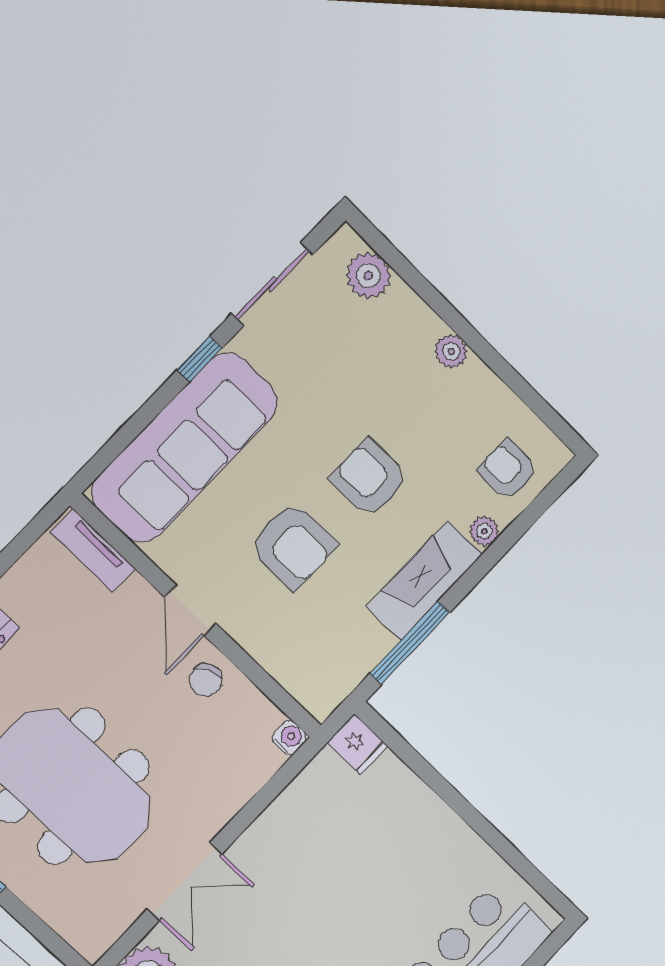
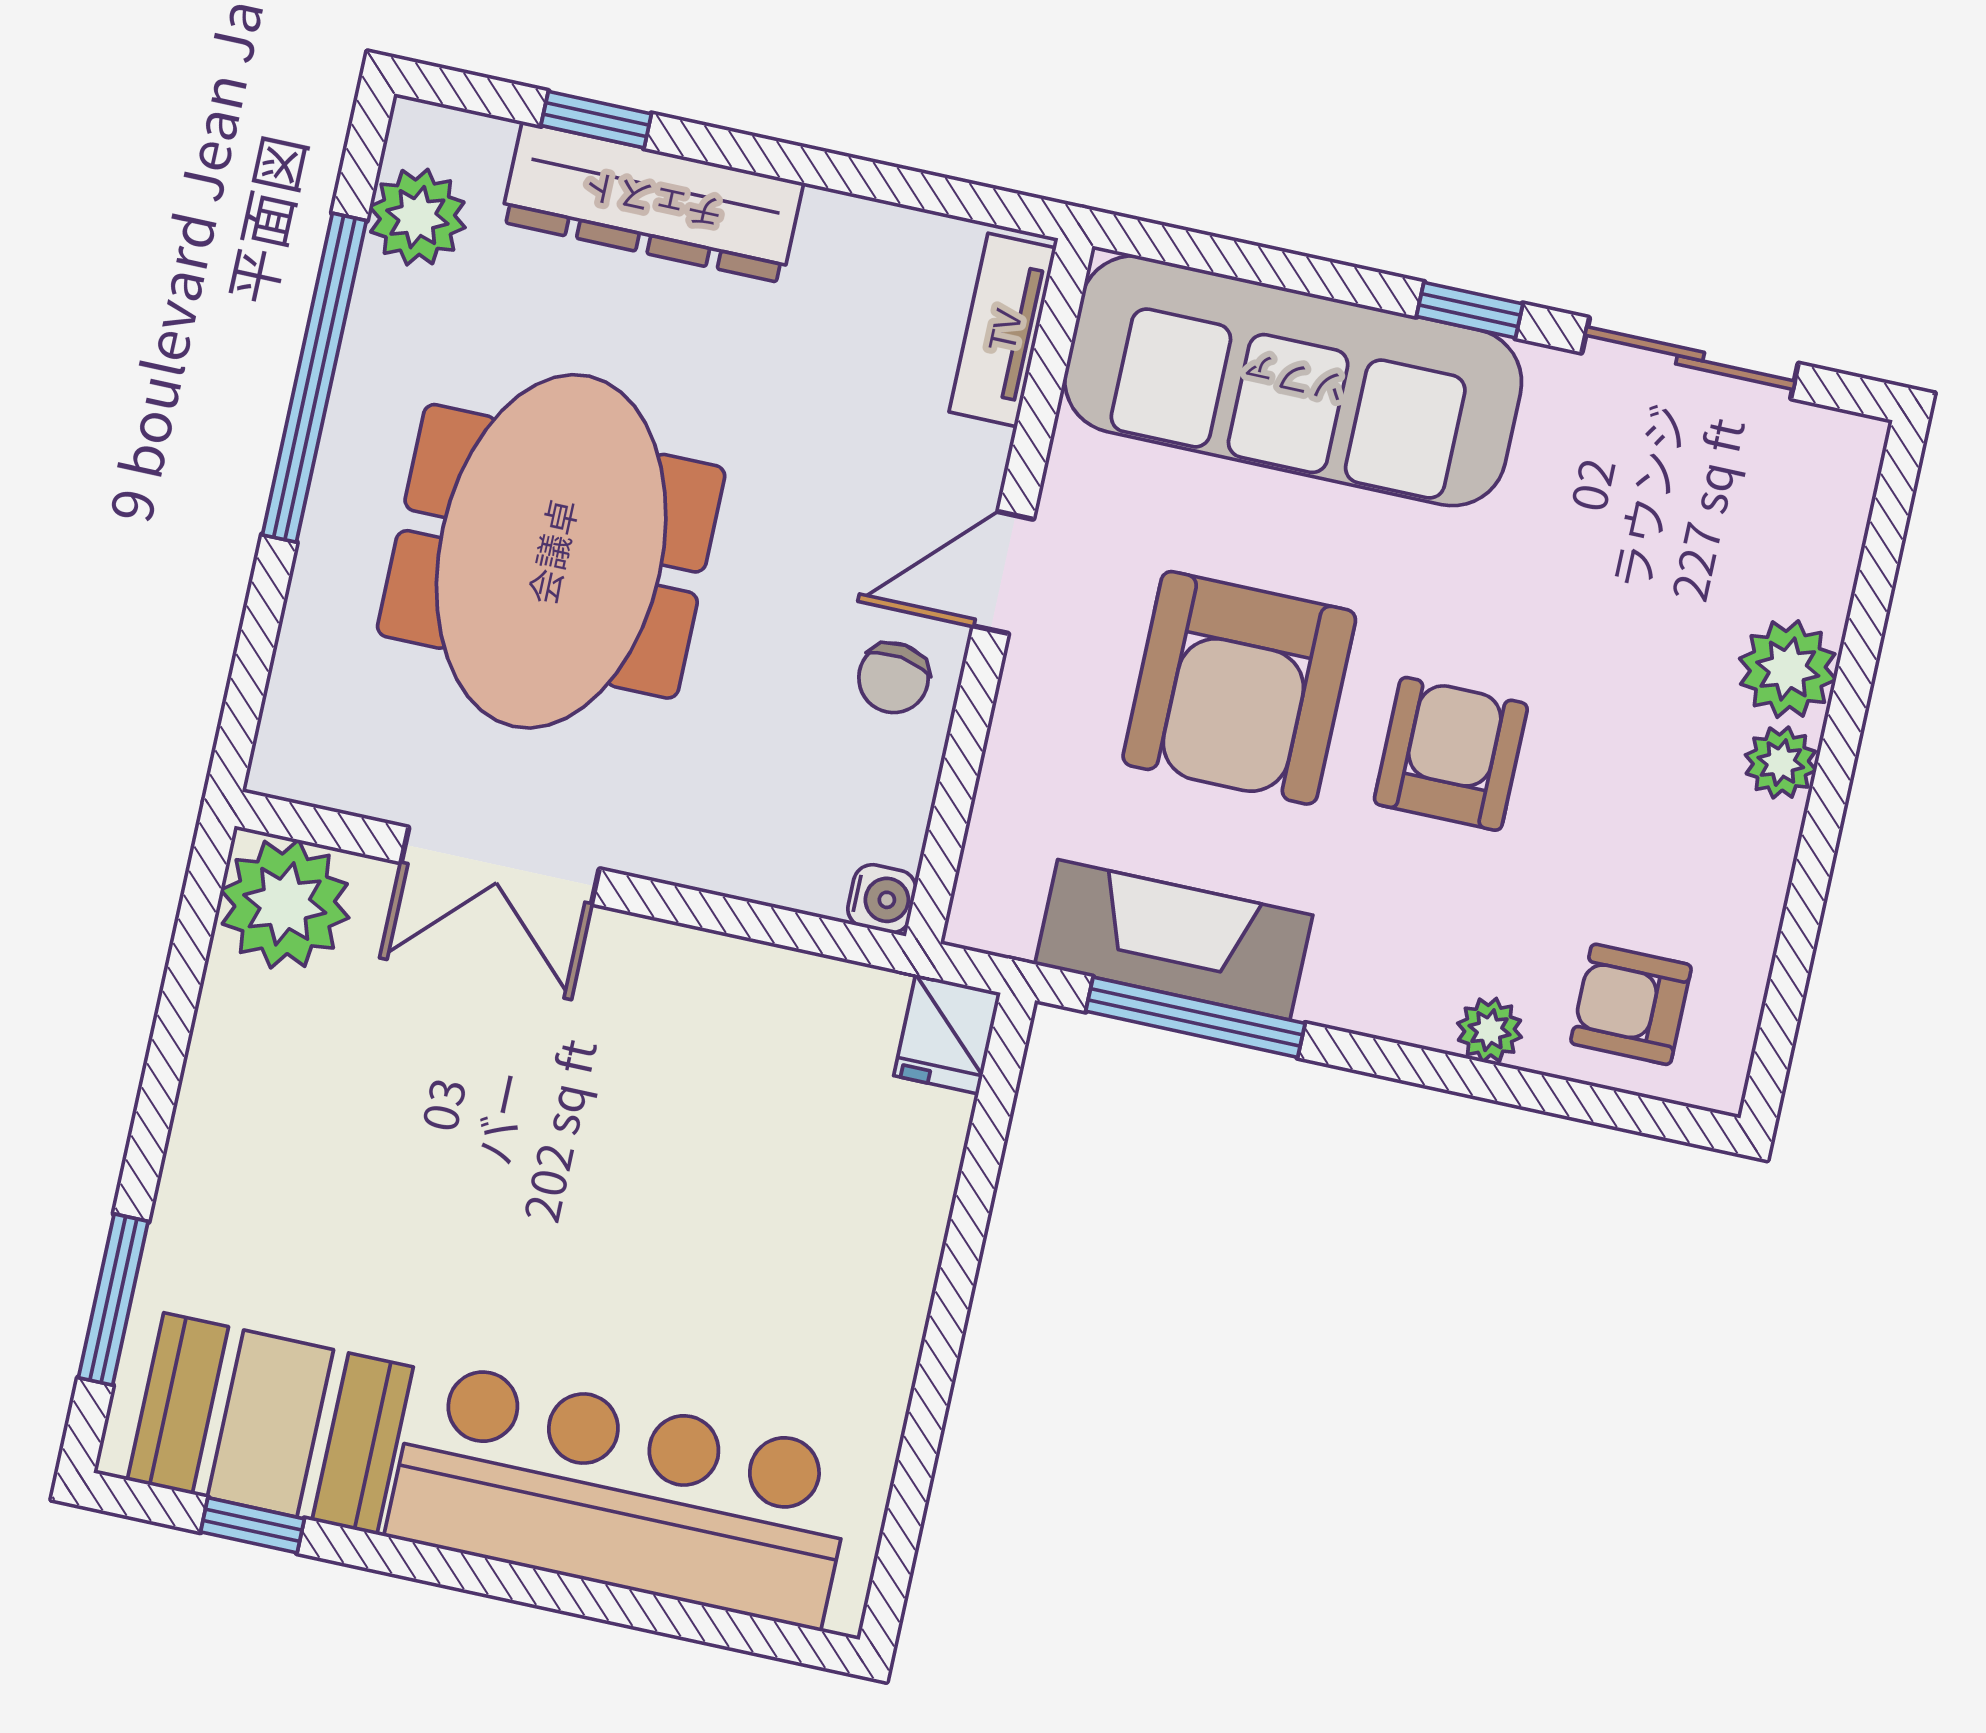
plant: (368, 276) -> (1788, 669), moved
armchair: (508, 470) -> (1631, 1004), turned -90
armchair: (293, 545) -> (1239, 688), width x1.36, depth x1.36
fireplace: (424, 580) -> (1174, 940), moved
chair: (206, 680) -> (894, 678), turned -57

